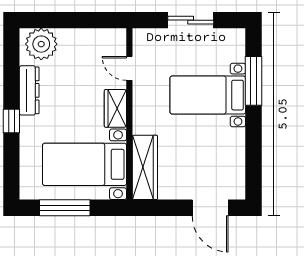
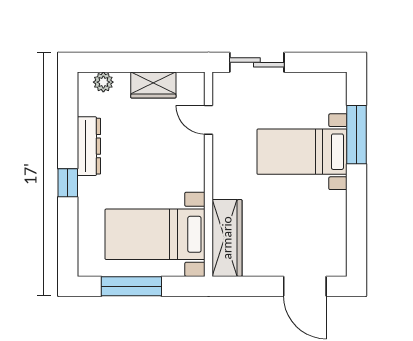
sliding door: (191, 20) -> (257, 62), moved
plant: (41, 44) -> (103, 82), width x0.53, depth x0.53
wardrobe: (115, 108) -> (153, 85), moved, turned -90

